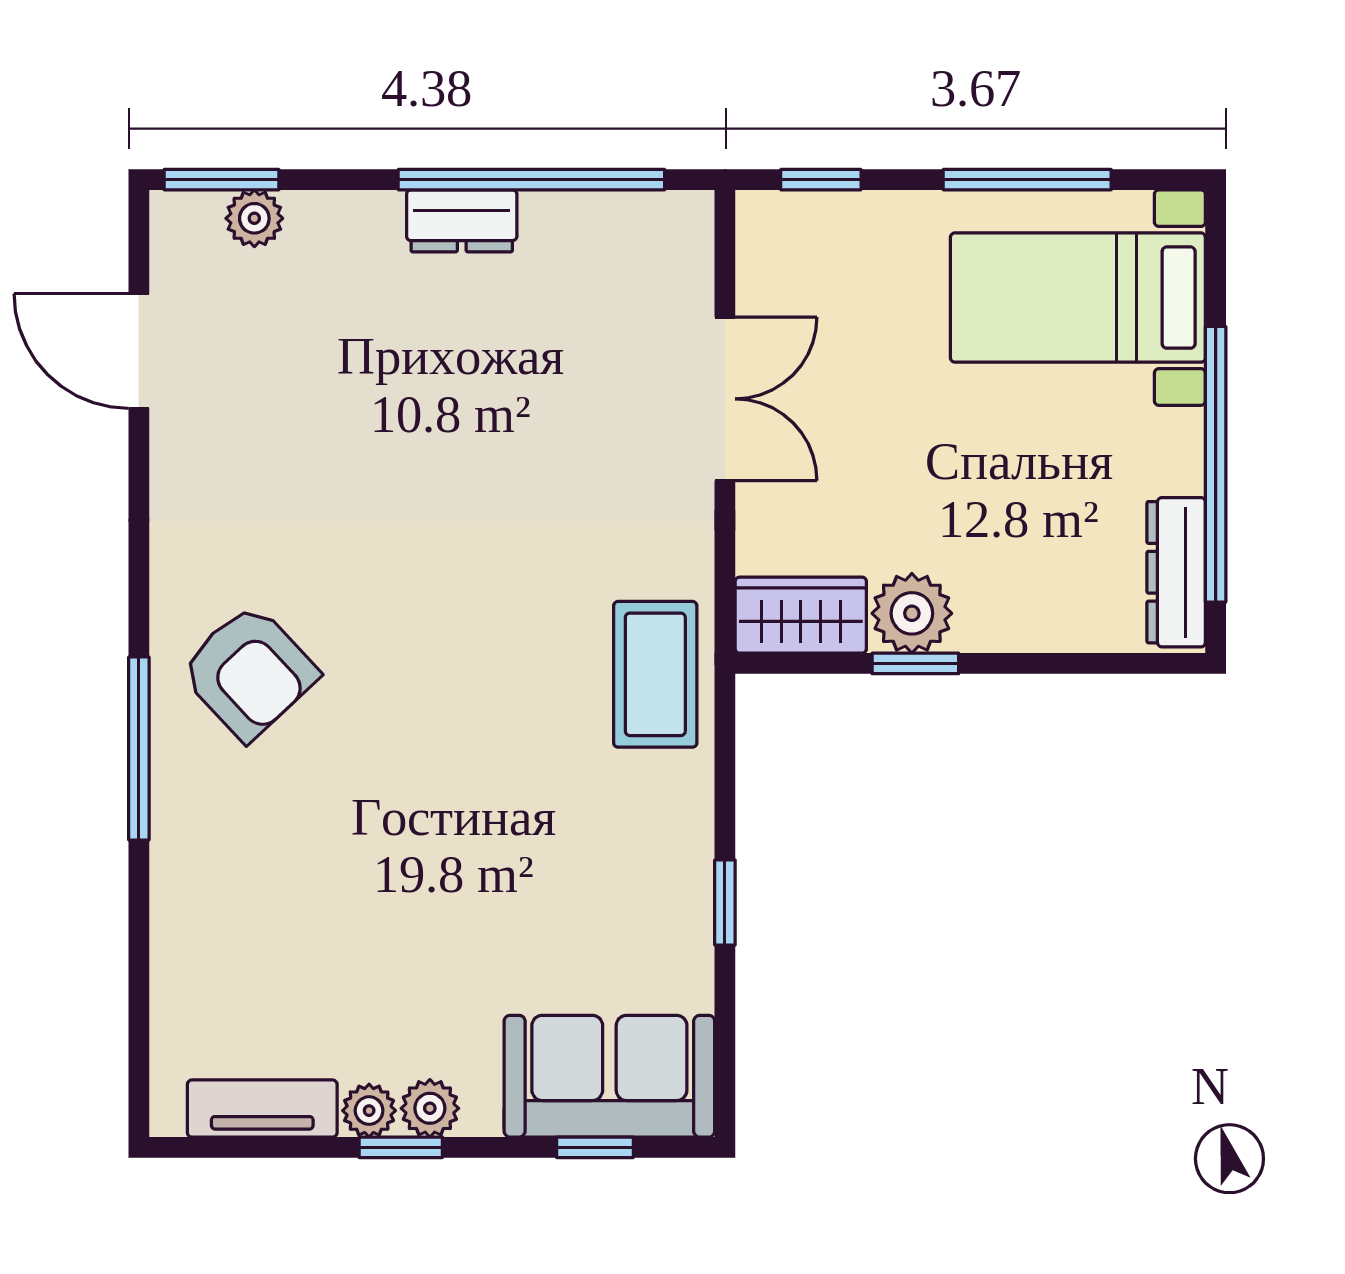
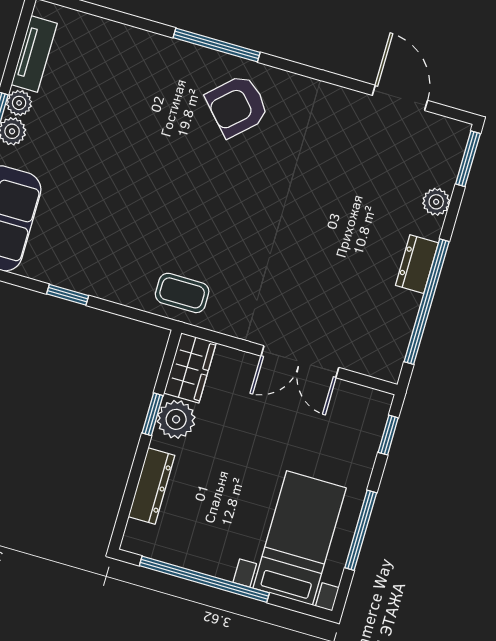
plant: (254, 218) -> (436, 202), moved
door: (139, 351) -> (400, 98), hinge flipped
dresser: (1176, 572) -> (152, 486), moved, turned 90
coffee table: (655, 674) -> (182, 293), width x0.73, depth x0.77

